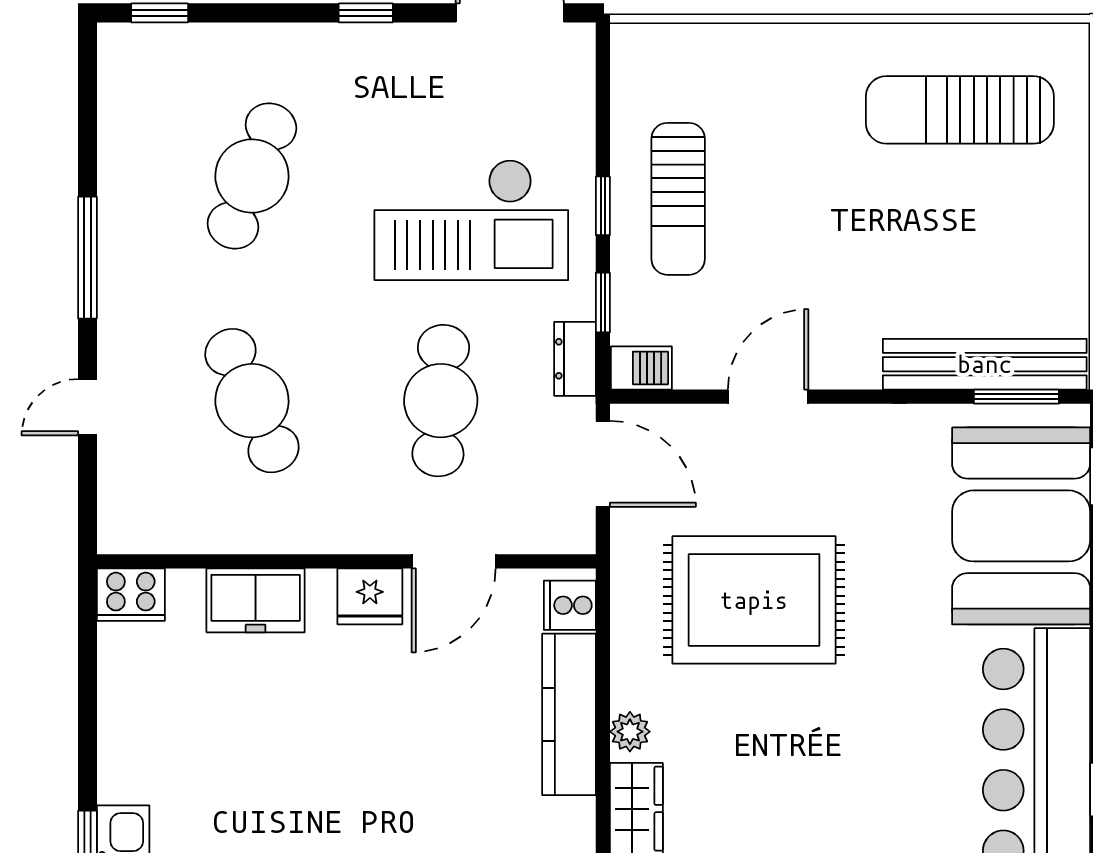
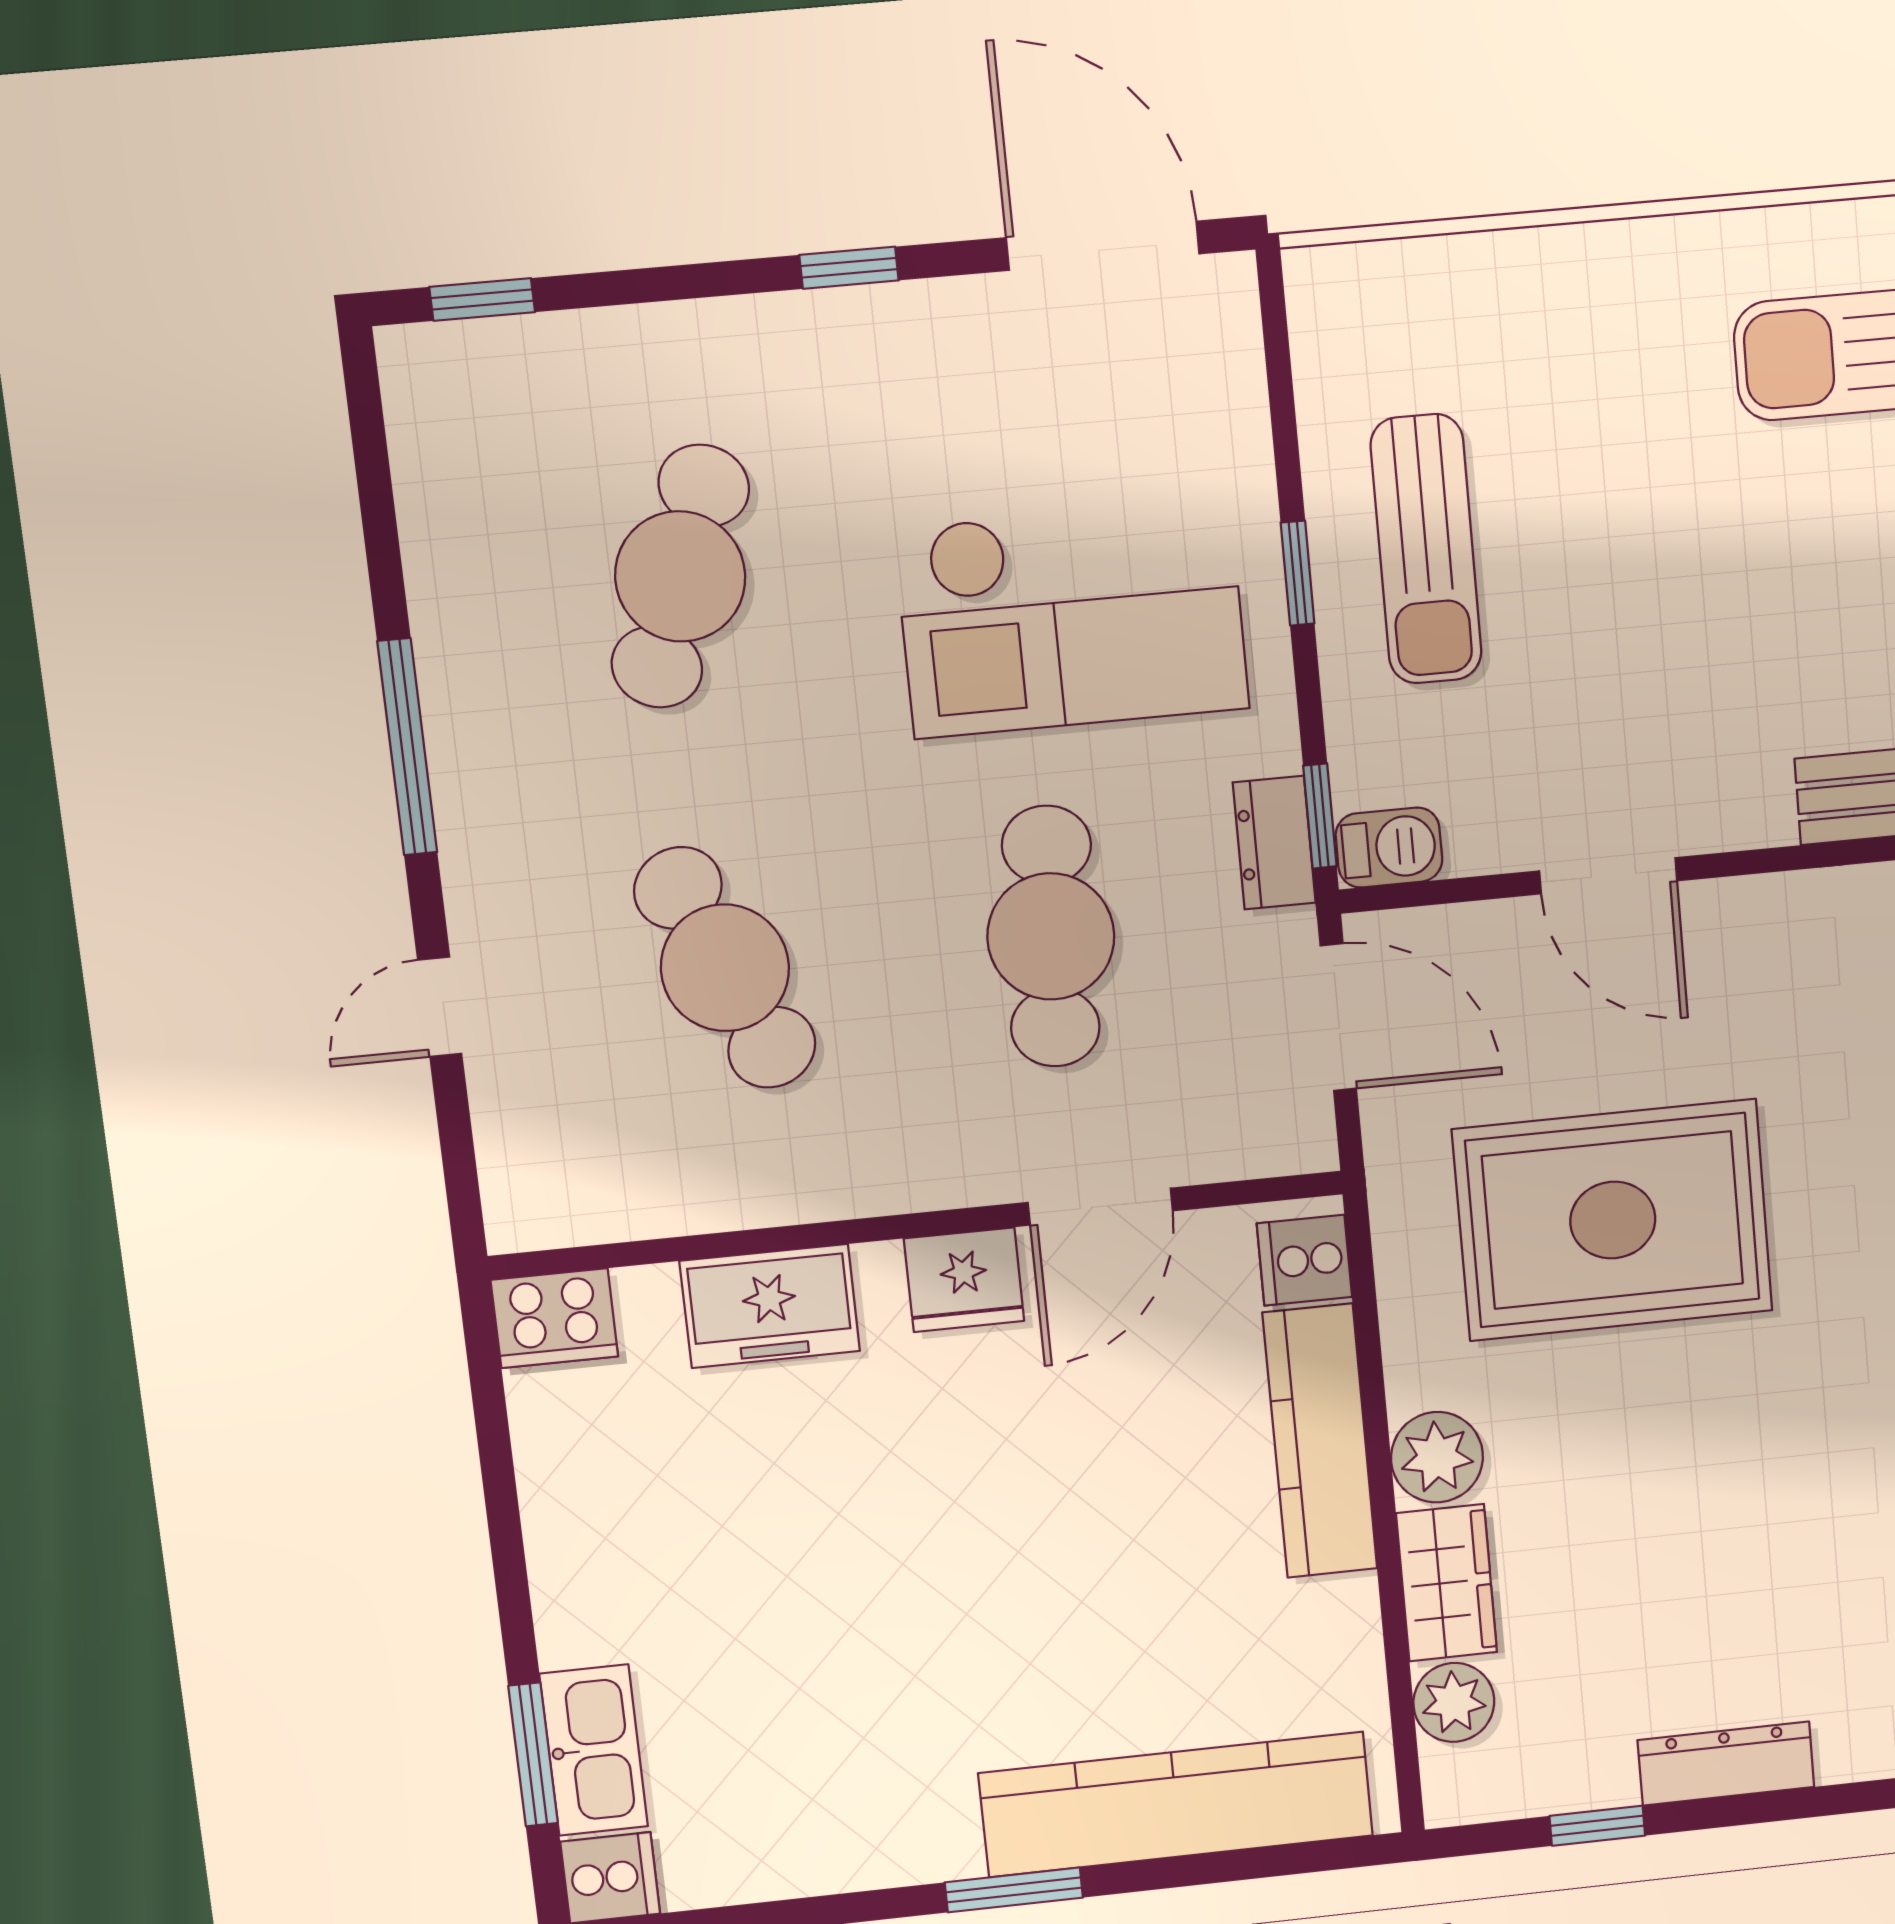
window: (603, 302) -> (1320, 816), moved
door: (768, 397) -> (1608, 876), swing flipped
plant: (630, 732) -> (1437, 1457), width x1.38, depth x1.38

